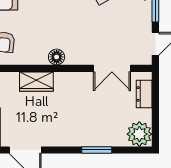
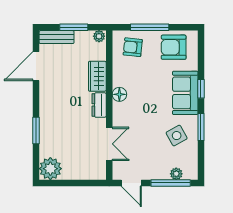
double door: (112, 68) -> (109, 144), swing flipped
dresser: (144, 94) -> (99, 105), moved, turned -90

